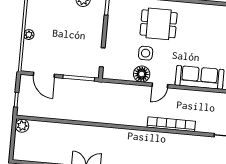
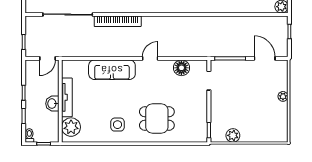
side table: (146, 53) -> (118, 125), moved
floor lamp: (142, 74) -> (181, 68), moved
bookcase: (171, 124) -> (118, 21), moved

